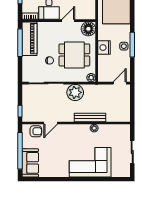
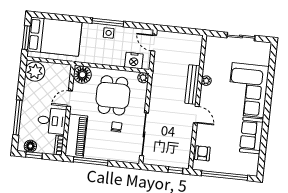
door: (68, 21) -> (70, 99), hinge flipped
piano: (29, 39) -> (76, 136), moved, turned 90
nightstand: (104, 48) -> (134, 61), moved
plant: (75, 92) -> (160, 99), removed
door: (51, 123) -> (196, 115), moved
sofa: (30, 163) -> (251, 135), moved, turned -90

